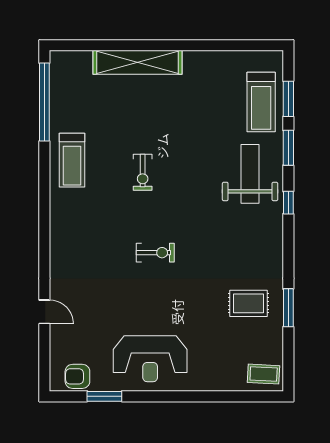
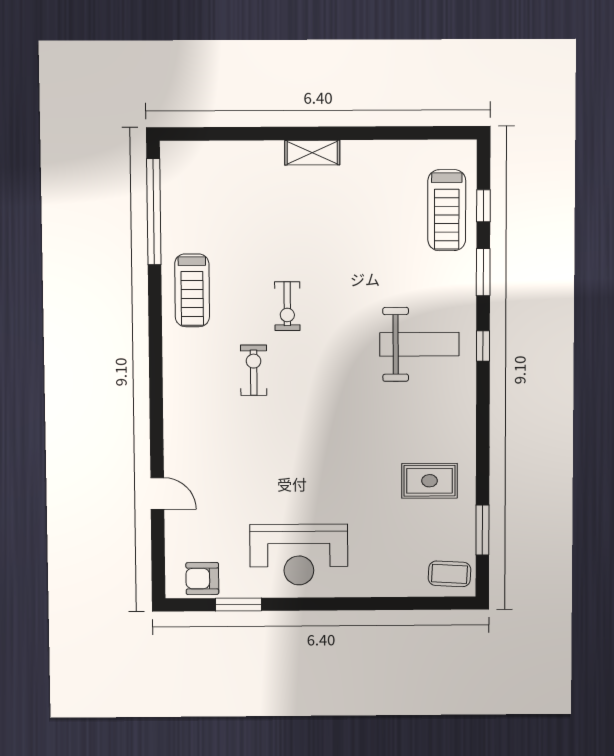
shelving: (138, 62) -> (312, 153), width x0.45, depth x0.75
window: (288, 99) -> (483, 206), width x0.67
weight bench: (250, 174) -> (419, 344), moved, turned 90
exercise bike: (155, 253) -> (254, 370), moved, turned -90
window: (288, 308) -> (482, 530), moved

